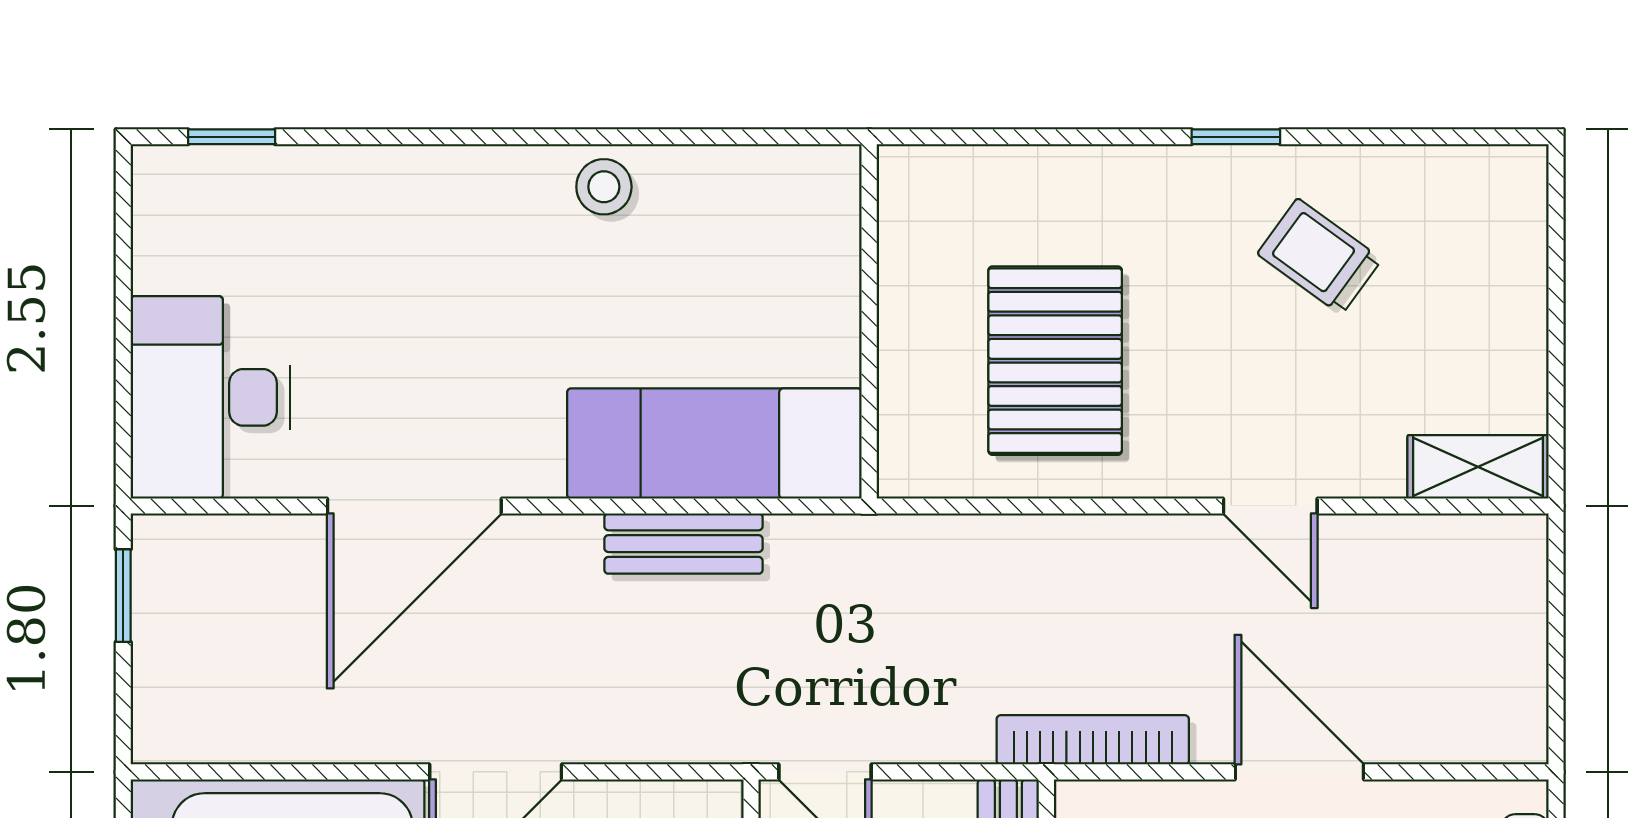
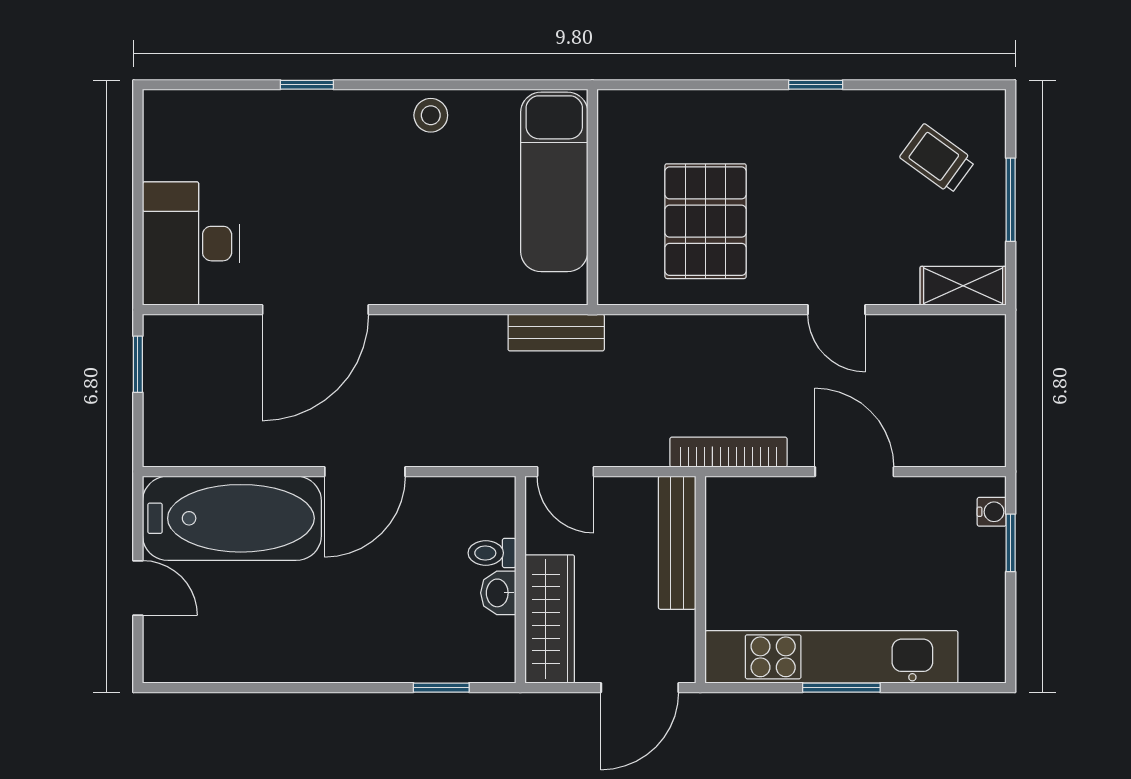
window: (232, 137) -> (307, 85), moved
trolley: (1319, 256) -> (937, 159), moved
window: (1556, 326) -> (1011, 200), added
exam couch: (714, 444) -> (554, 182), moved, turned -90
bench: (683, 544) -> (556, 333), moved

